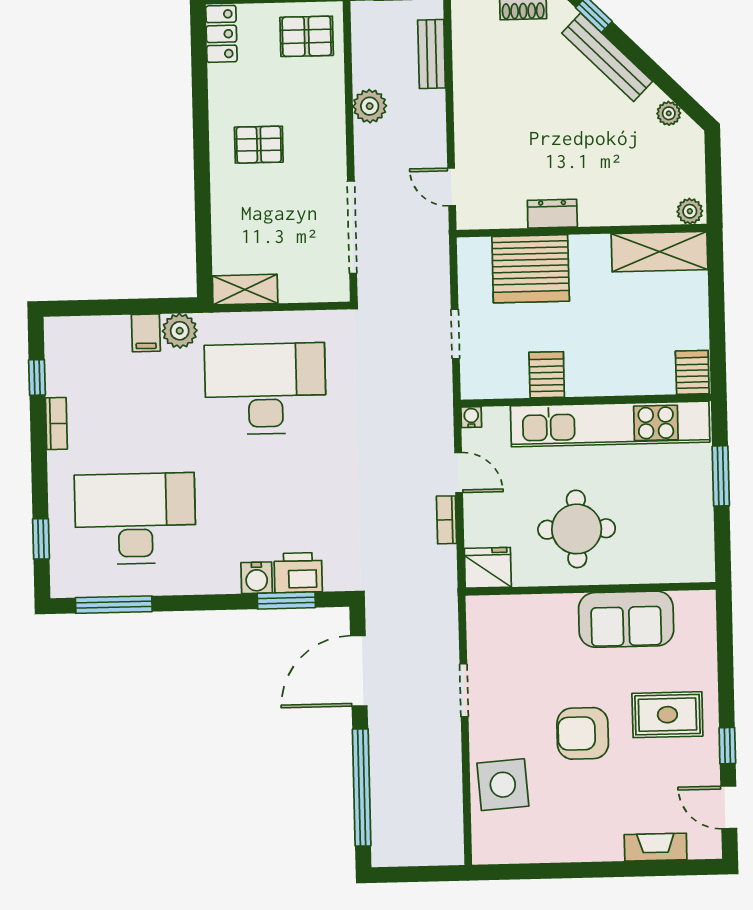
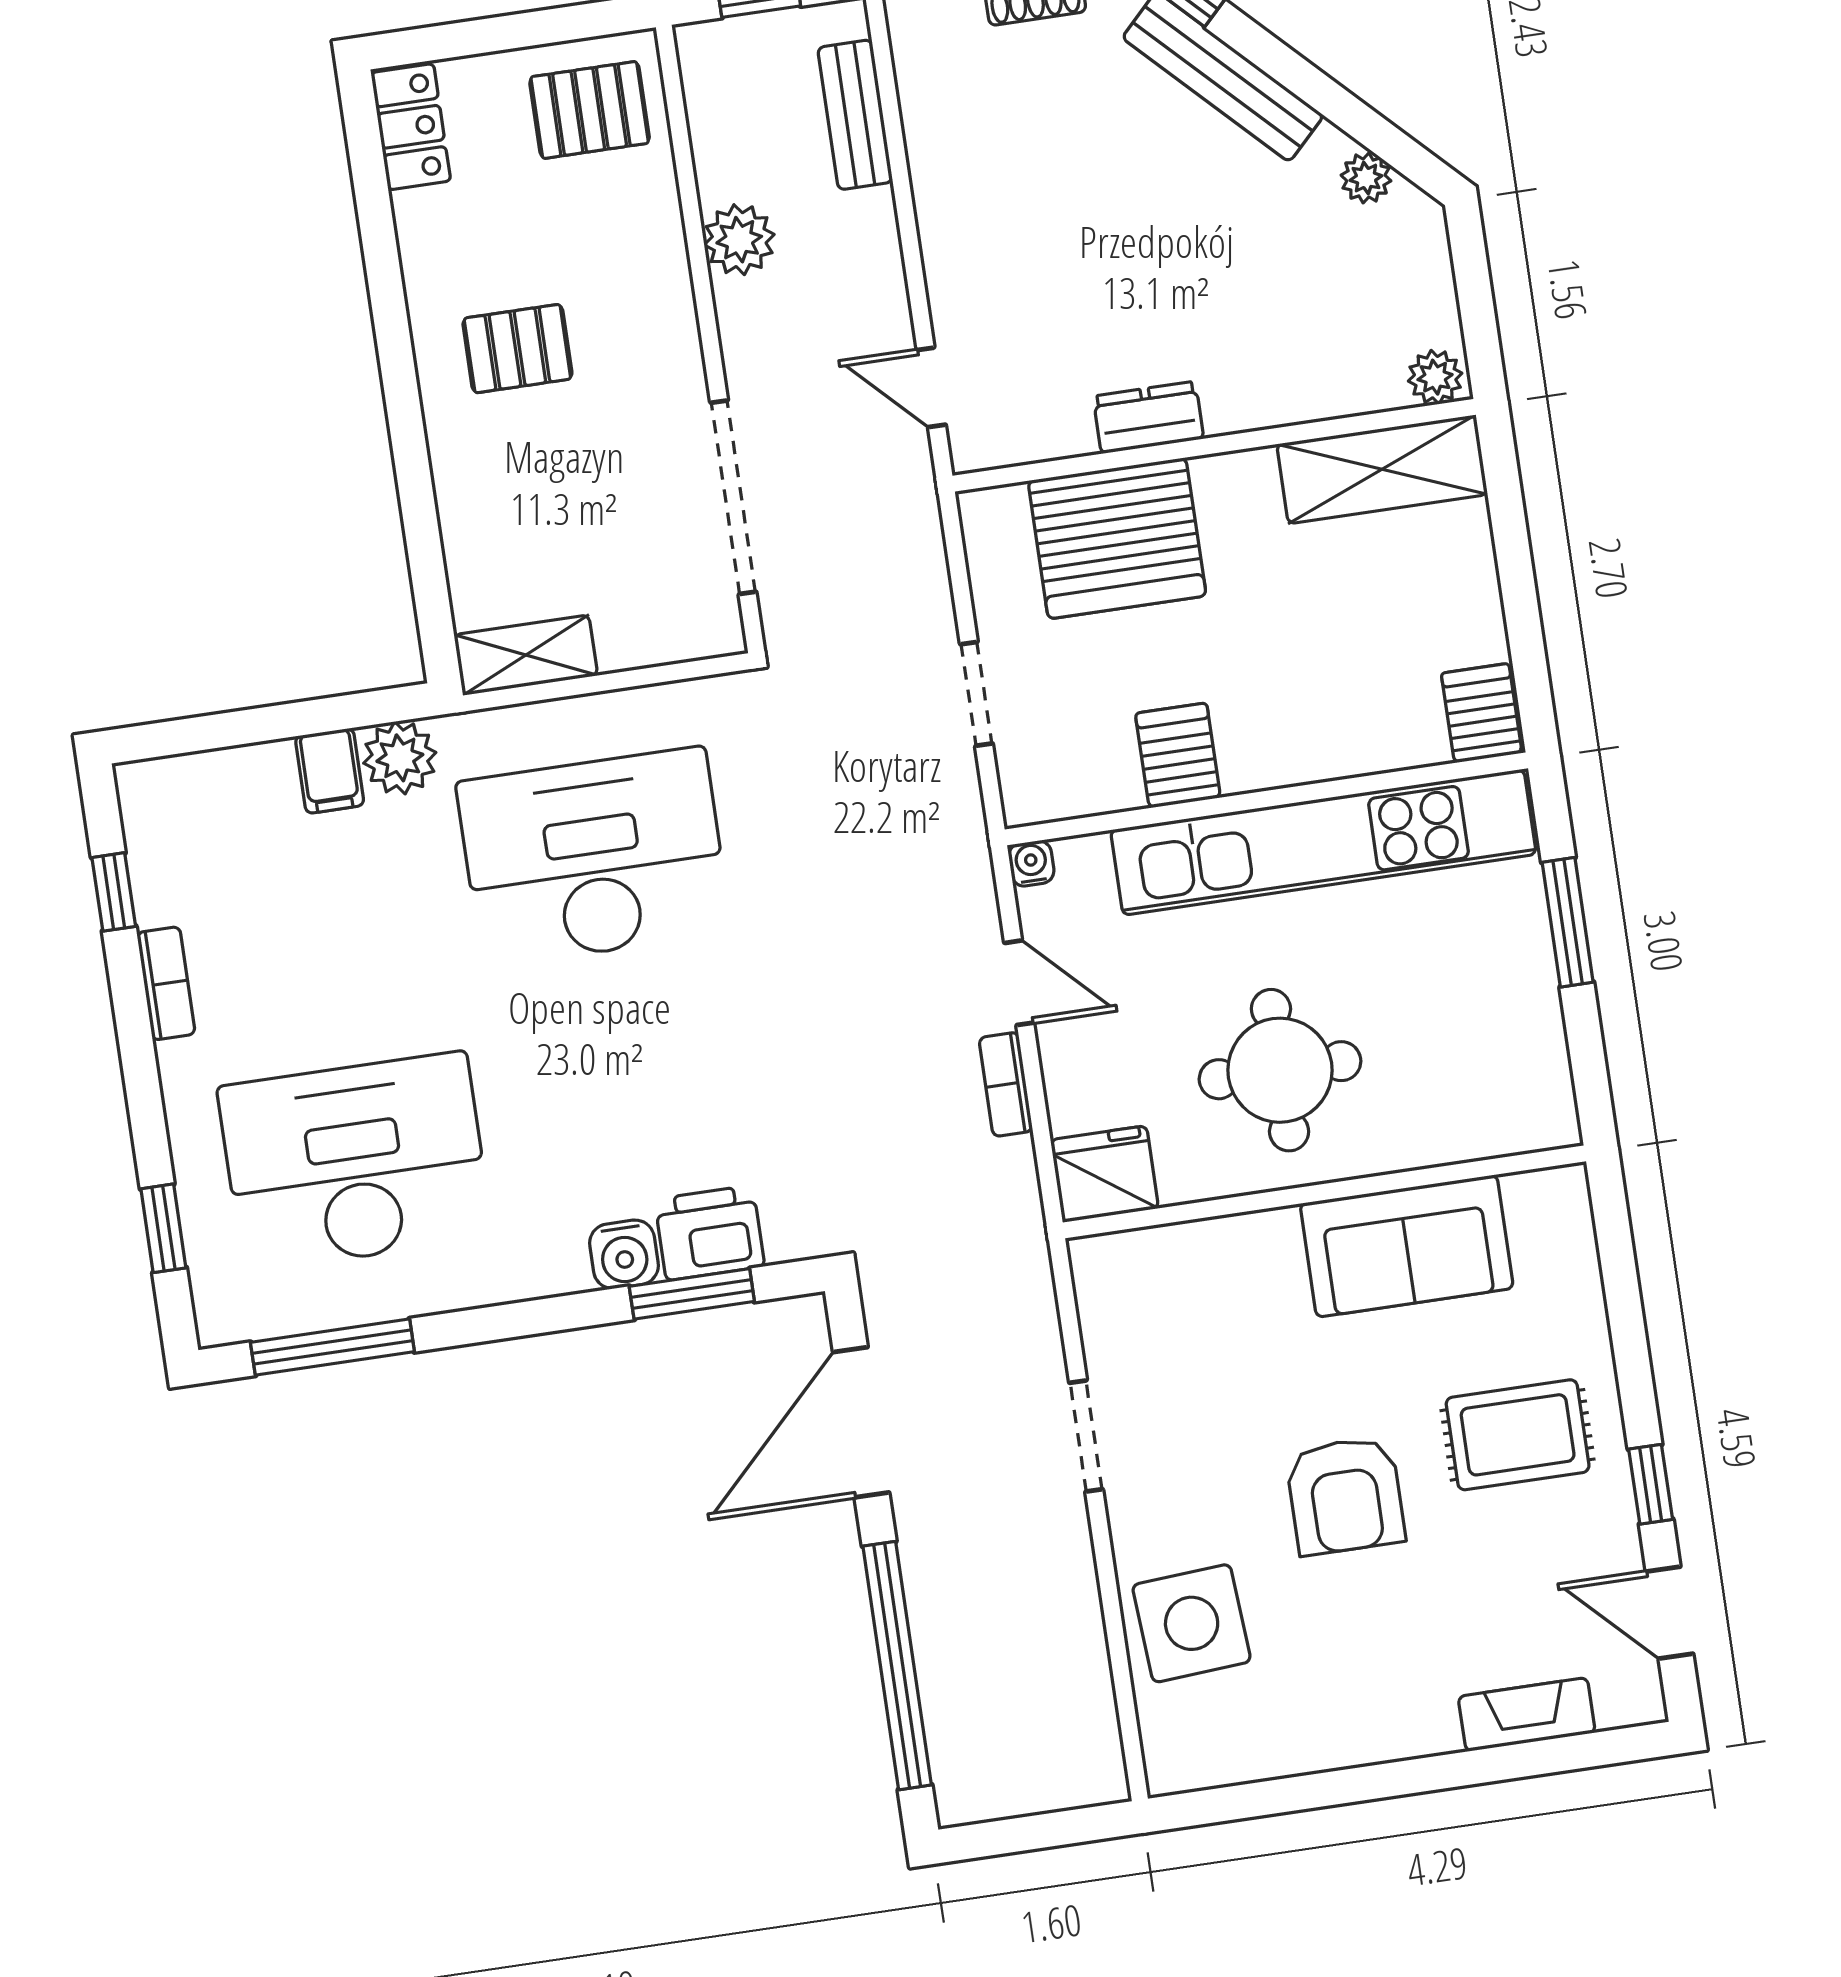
armchair: (583, 733) -> (1345, 1496), turned -90

